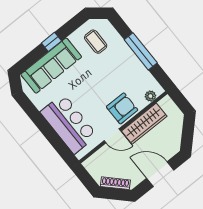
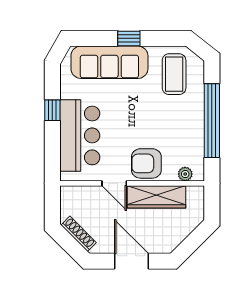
coffee table: (96, 42) -> (174, 74), width x1.36, depth x1.30
window: (141, 51) -> (212, 121), width x1.46
armchair: (122, 108) -> (146, 163), turned 180
window: (40, 122) -> (52, 110), added

